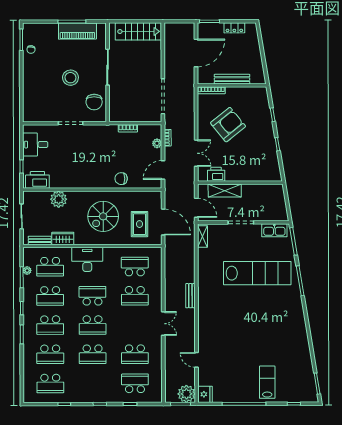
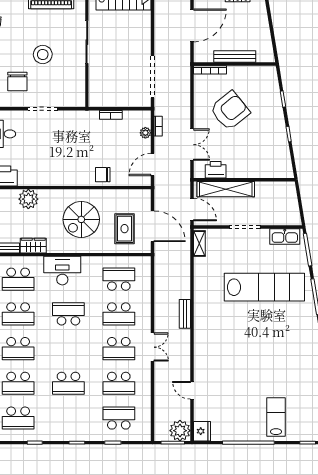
chair: (94, 102) -> (17, 81), moved
shelving: (225, 191) -> (226, 189), width x1.47
school desk: (93, 325) -> (119, 349), moved

